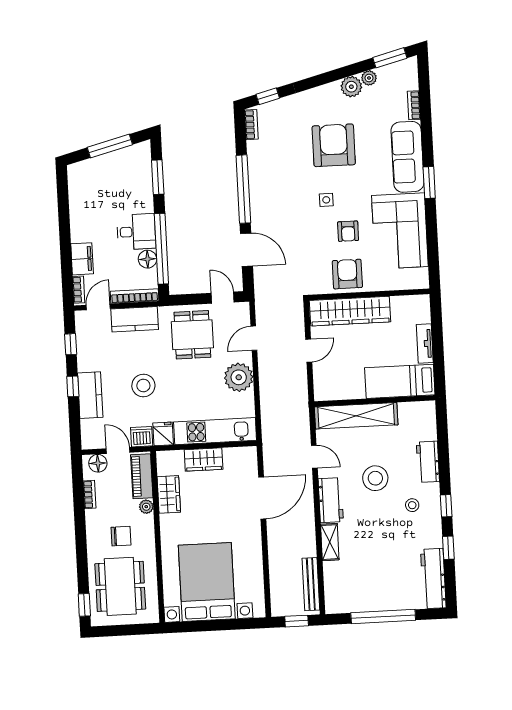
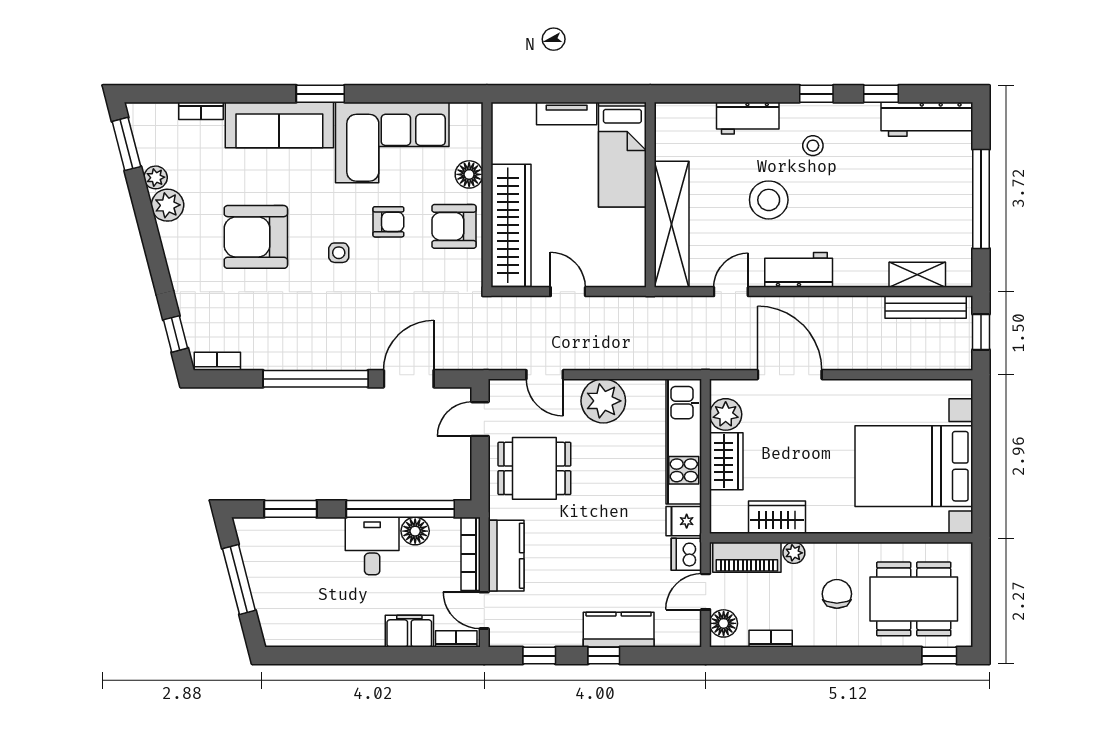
floor lamp: (382, 282) -> (469, 174), added
stool: (143, 385) -> (608, 547), removed
plant: (234, 458) -> (726, 414), added
shelving: (330, 542) -> (917, 275), moved

